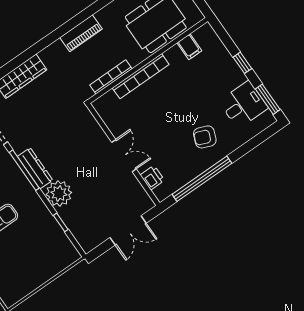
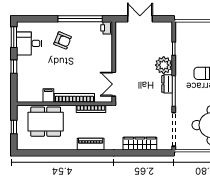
filing cabinet: (189, 47) -> (48, 96), moved
double door: (124, 156) -> (114, 84), moved
dresser: (35, 168) -> (167, 84), width x0.70
printer: (152, 178) -> (107, 28), moved

